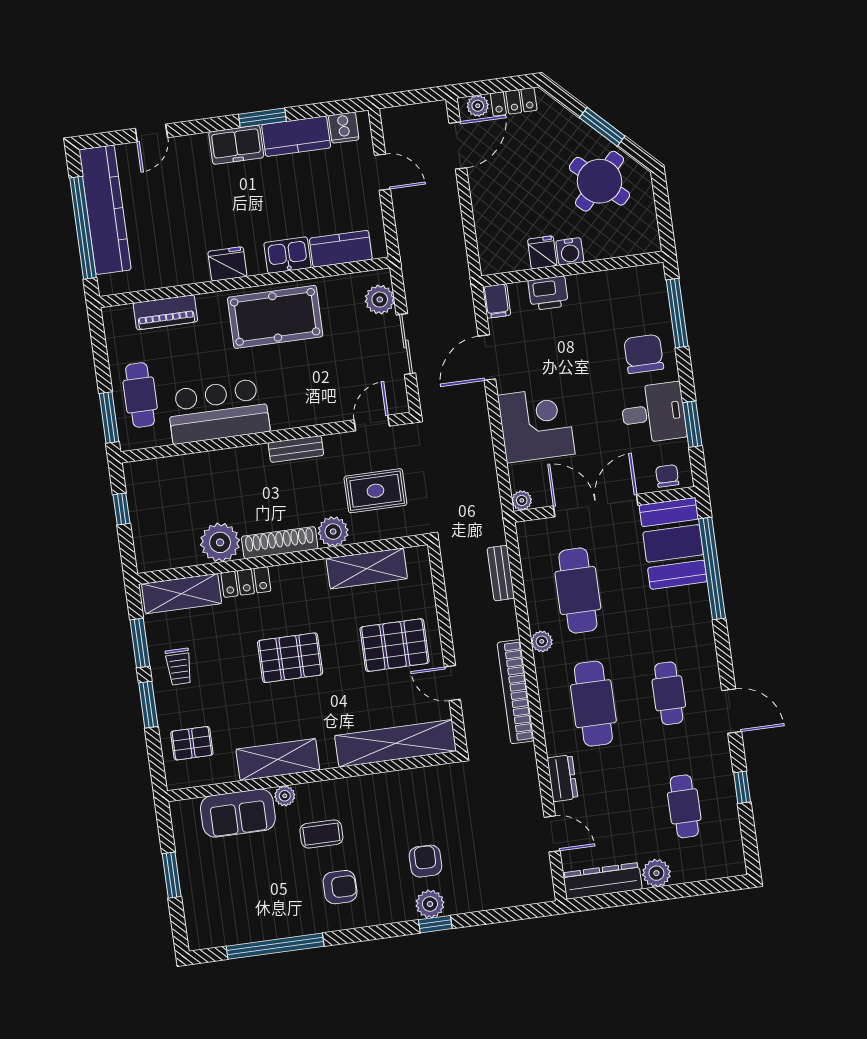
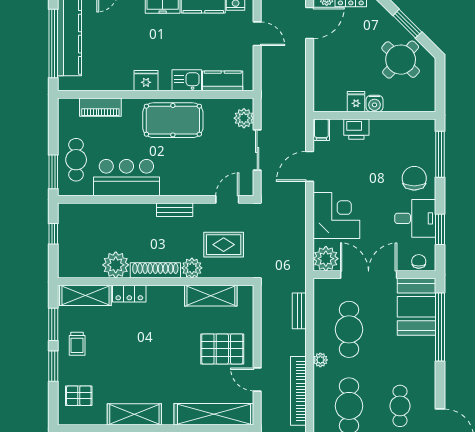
plant: (522, 500) -> (326, 259), width x1.88, depth x1.88
pallet: (290, 658) -> (152, 348), removed

